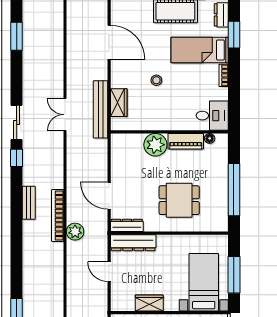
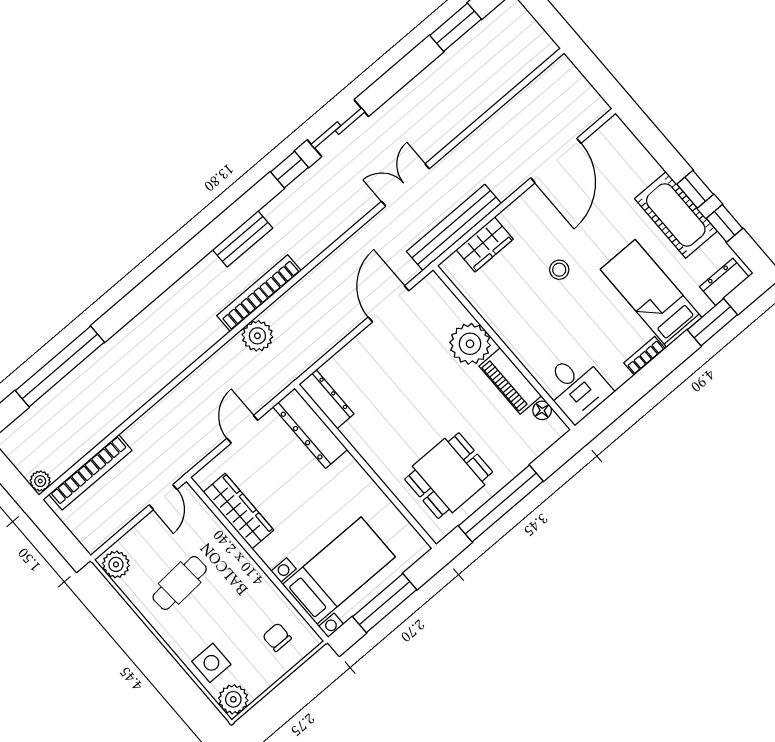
door: (109, 196) -> (389, 304), moved
dining table: (179, 200) -> (449, 476), moved, turned 90
wardrobe: (149, 303) -> (238, 511), width x1.50

